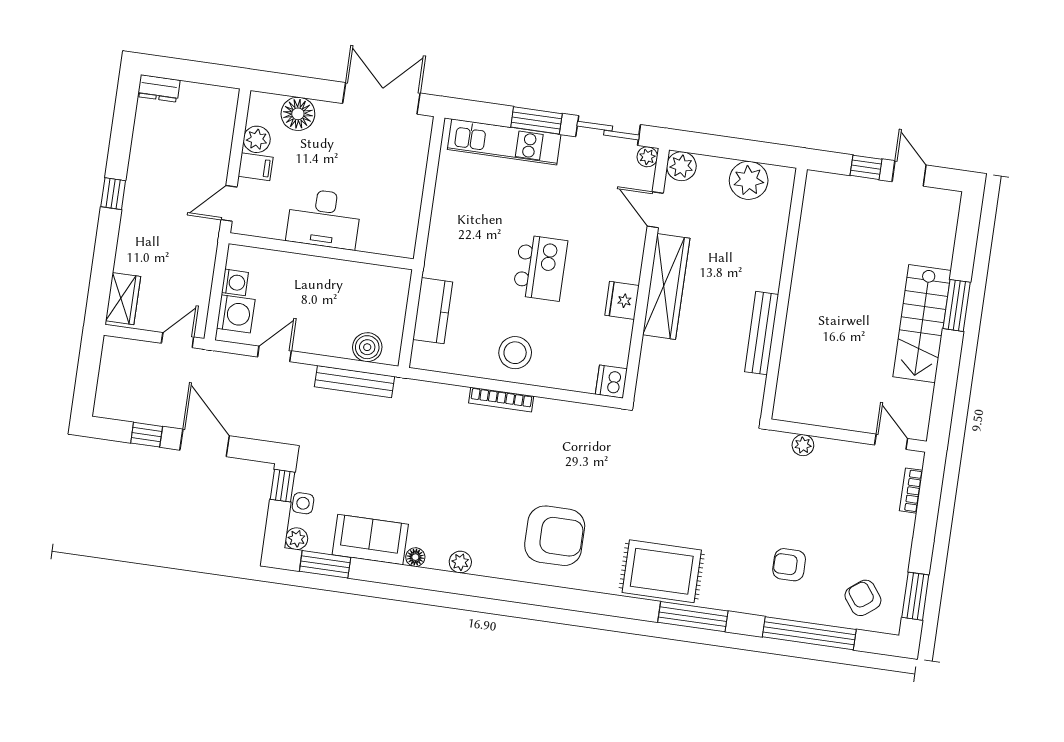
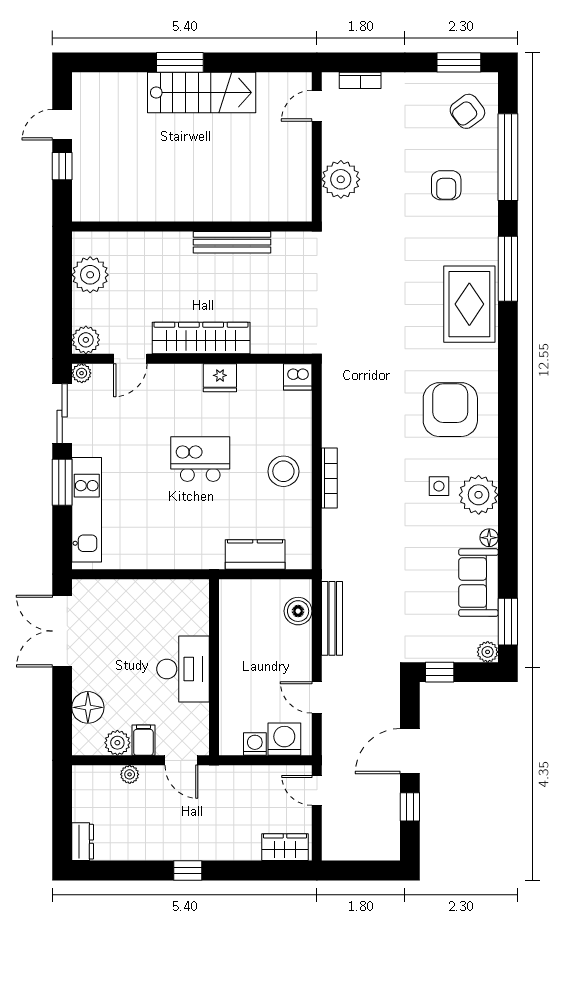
plant: (222, 147) -> (130, 774), added
plant: (803, 445) -> (341, 179), width x1.87, depth x1.87
side table: (303, 503) -> (439, 486), moved
plant: (460, 562) -> (479, 495), width x1.87, depth x1.87

